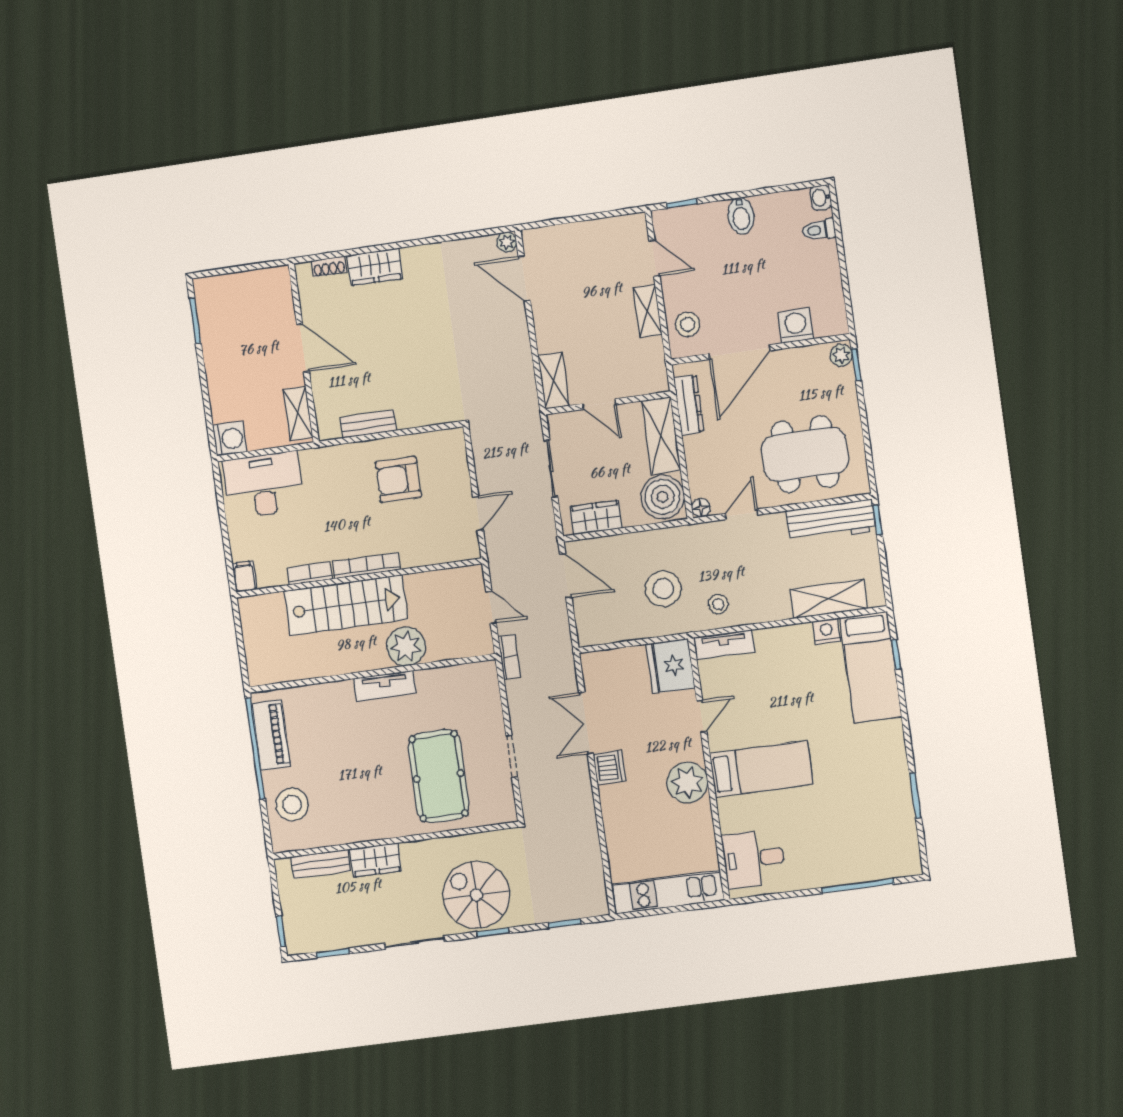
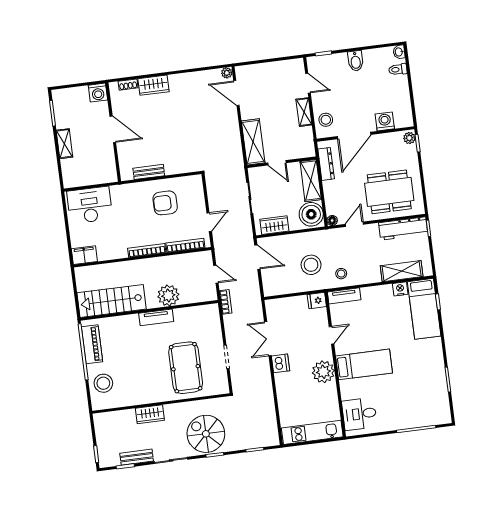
shelving: (554, 381) -> (253, 142), width x1.50, depth x1.33
shelving: (298, 414) -> (64, 144), moved
washing machine: (230, 439) -> (98, 93), moved, turned 90
bookcase: (310, 573) -> (185, 245), moved, width x1.56
filing cabinet: (245, 577) -> (84, 255), width x2.00
stairs: (346, 605) -> (112, 301), moved, turned 180
fridge: (671, 666) -> (317, 301), width x0.53, depth x0.75
bench: (321, 864) -> (137, 457), moved

